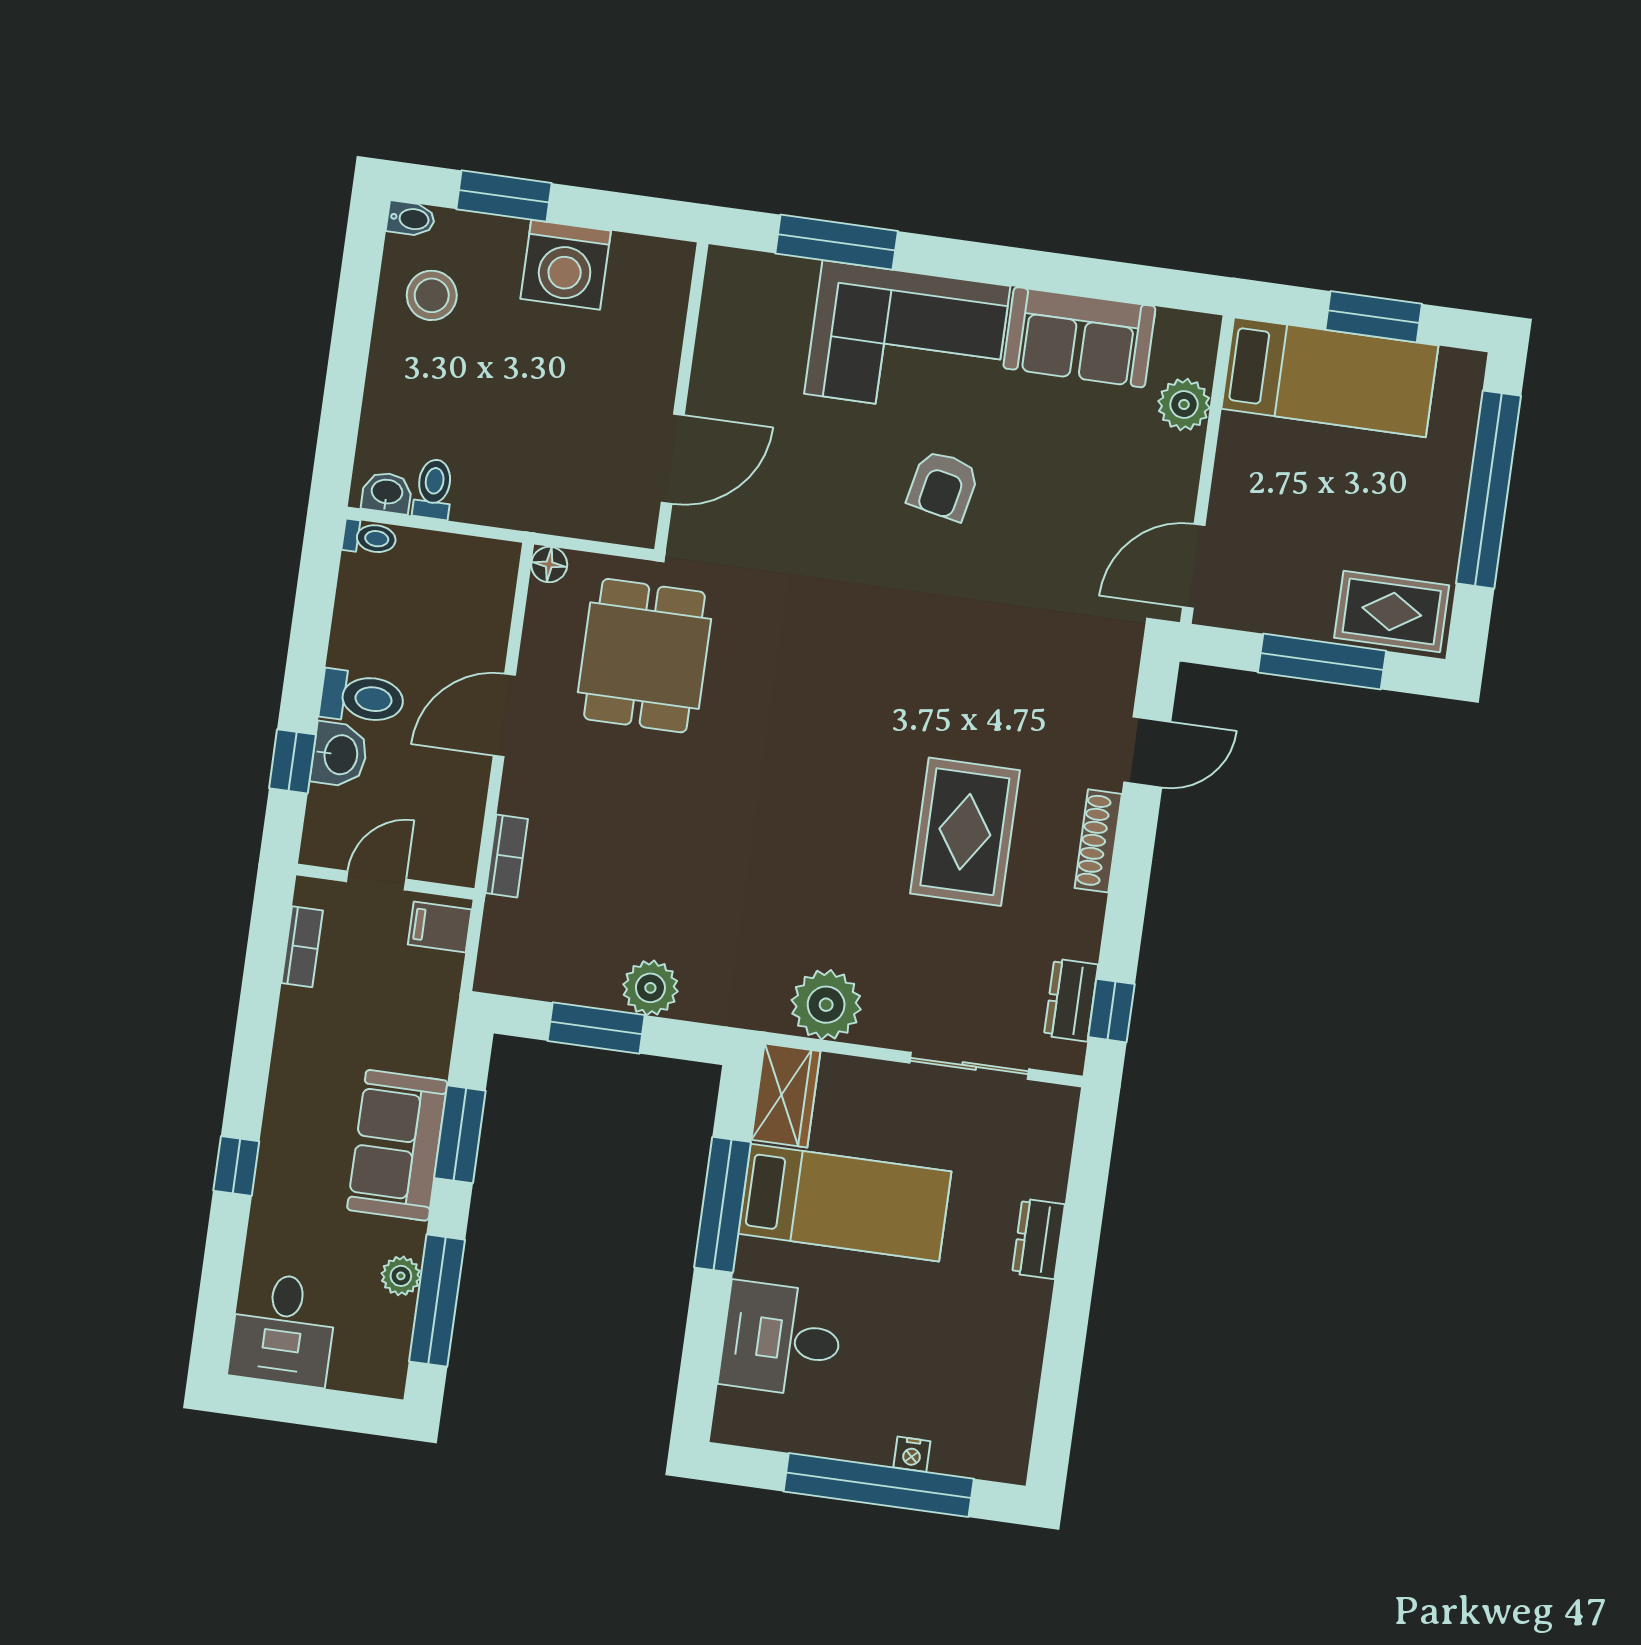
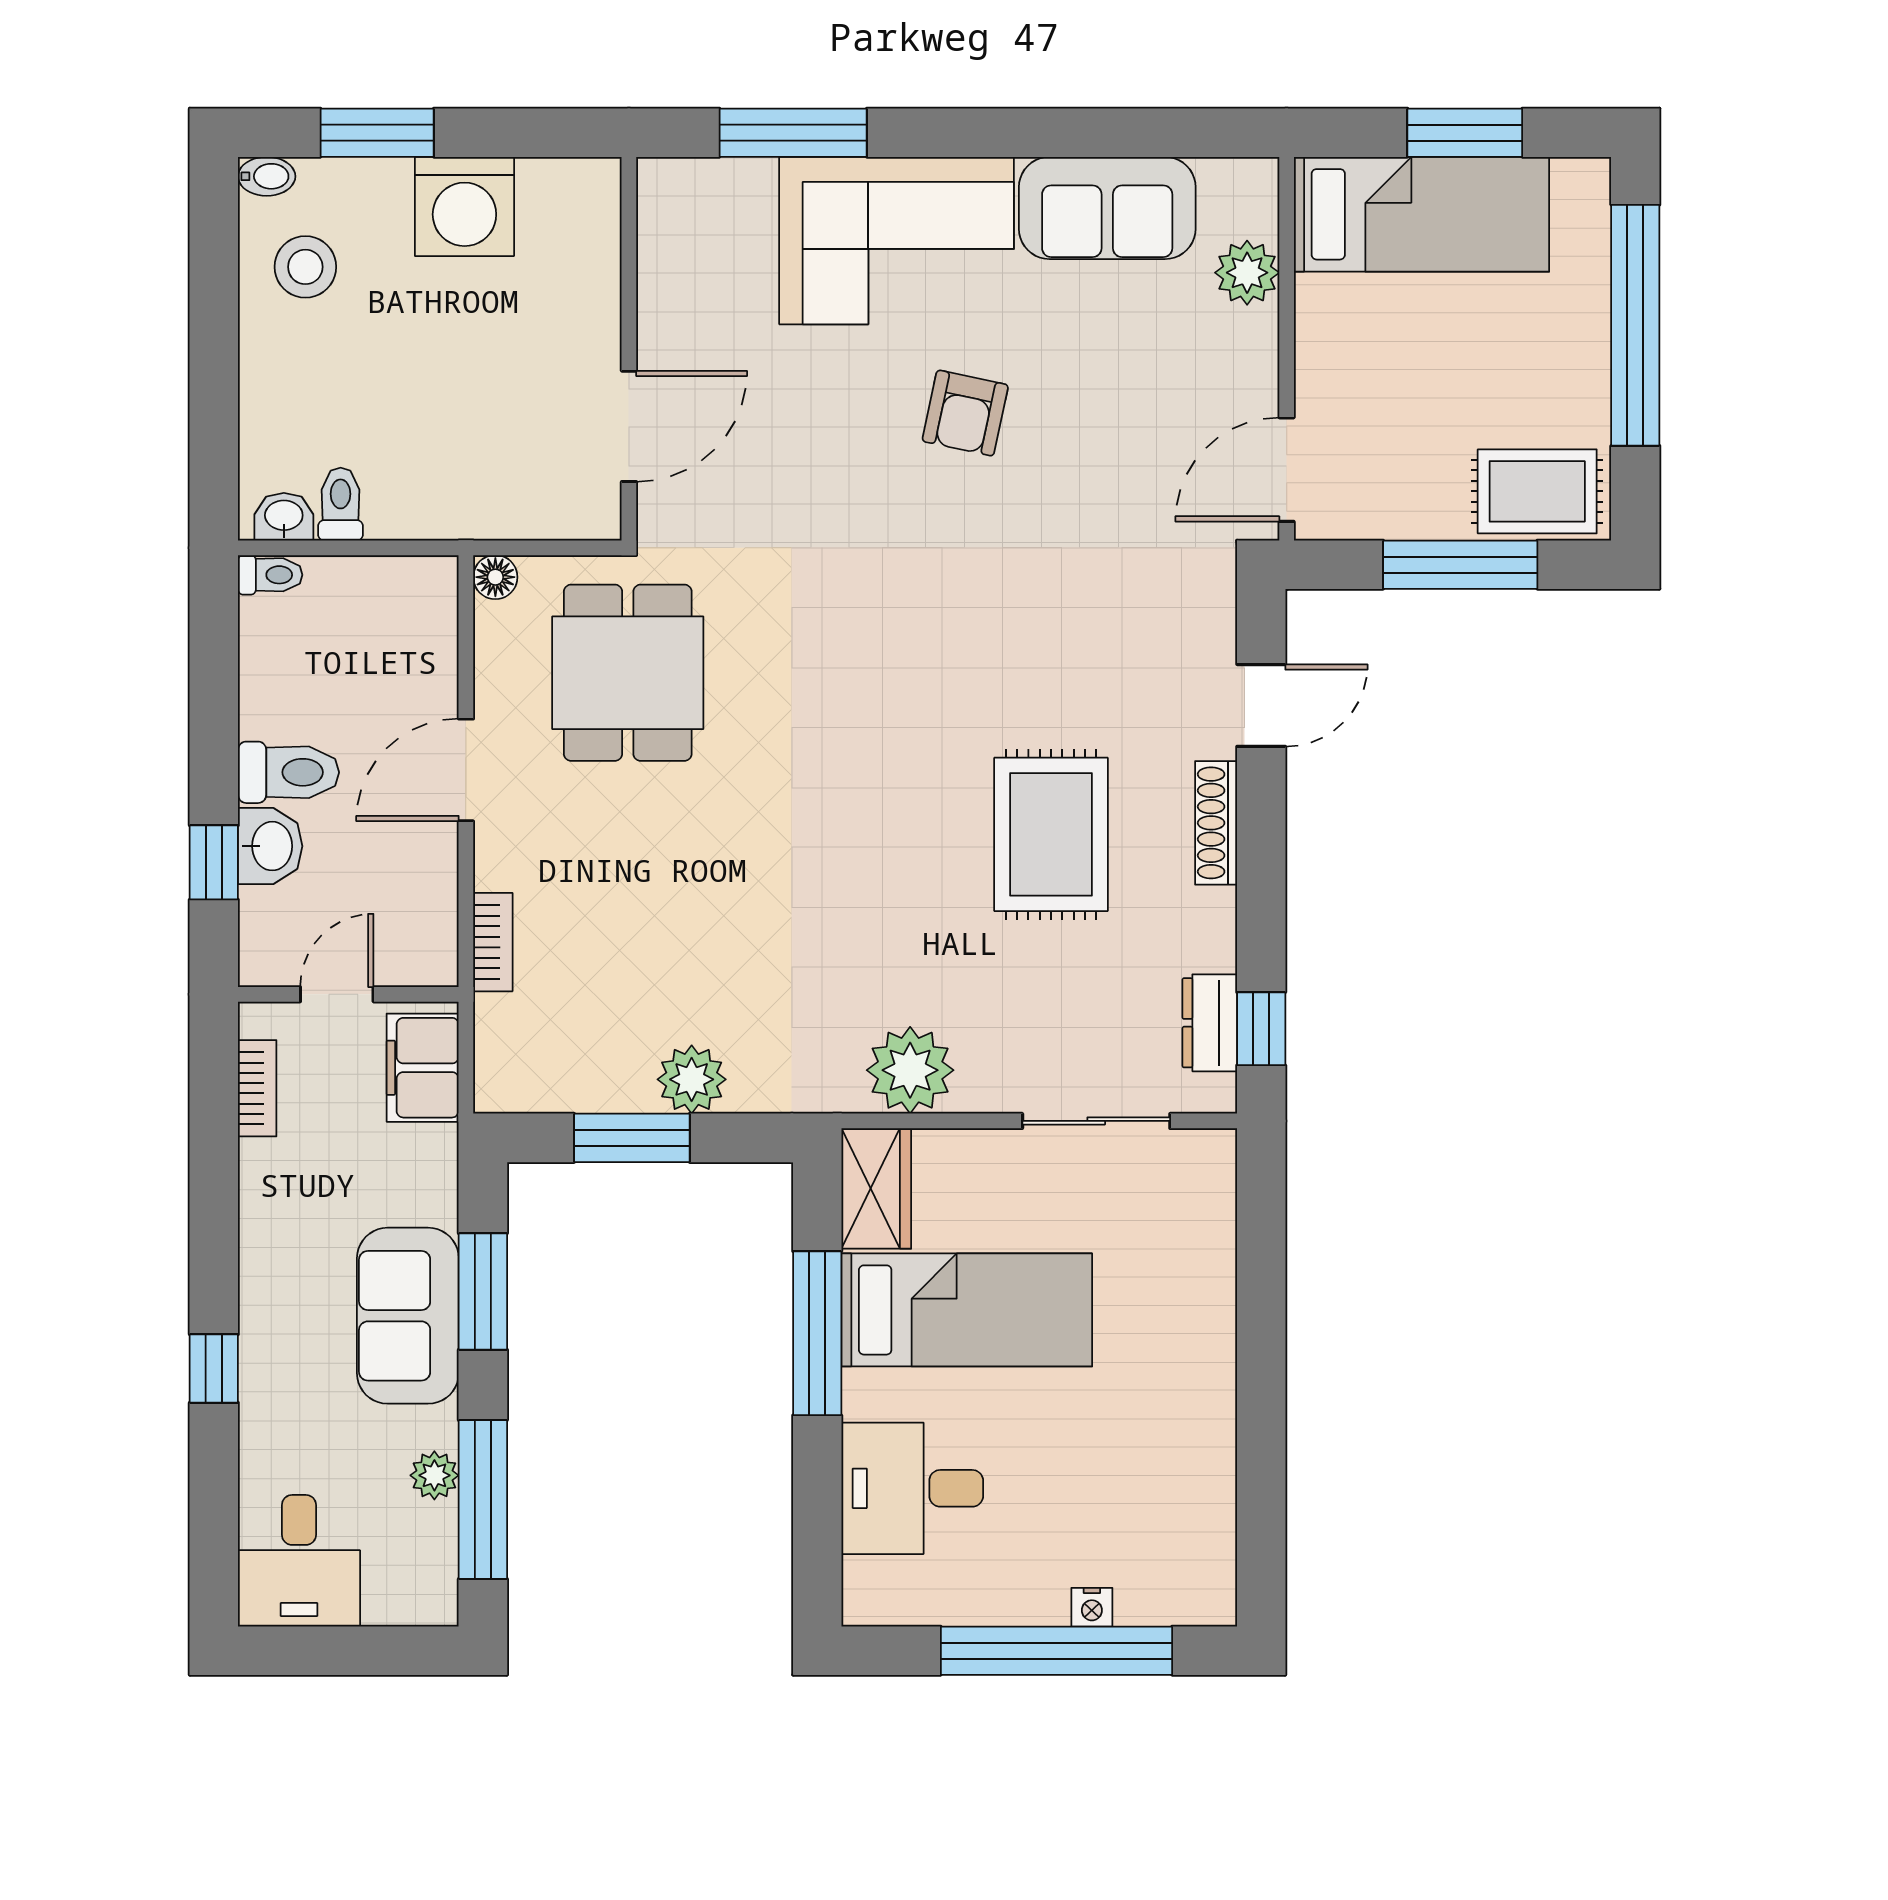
filing cabinet: (440, 927) -> (423, 1068), width x2.00
dresser: (1038, 1239) -> (1211, 1321), removed

